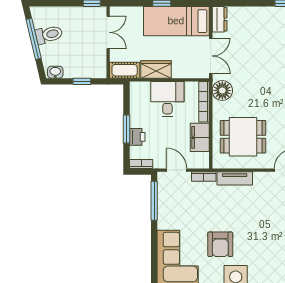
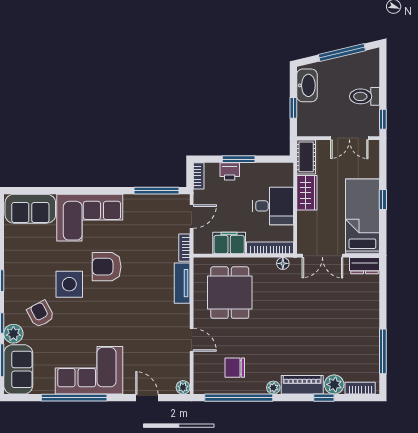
toilet: (49, 35) -> (364, 96), moved, turned 103
washbasin: (55, 72) -> (307, 85), width x1.91, depth x1.45
floor lamp: (222, 90) -> (283, 263), width x0.53, depth x0.53

